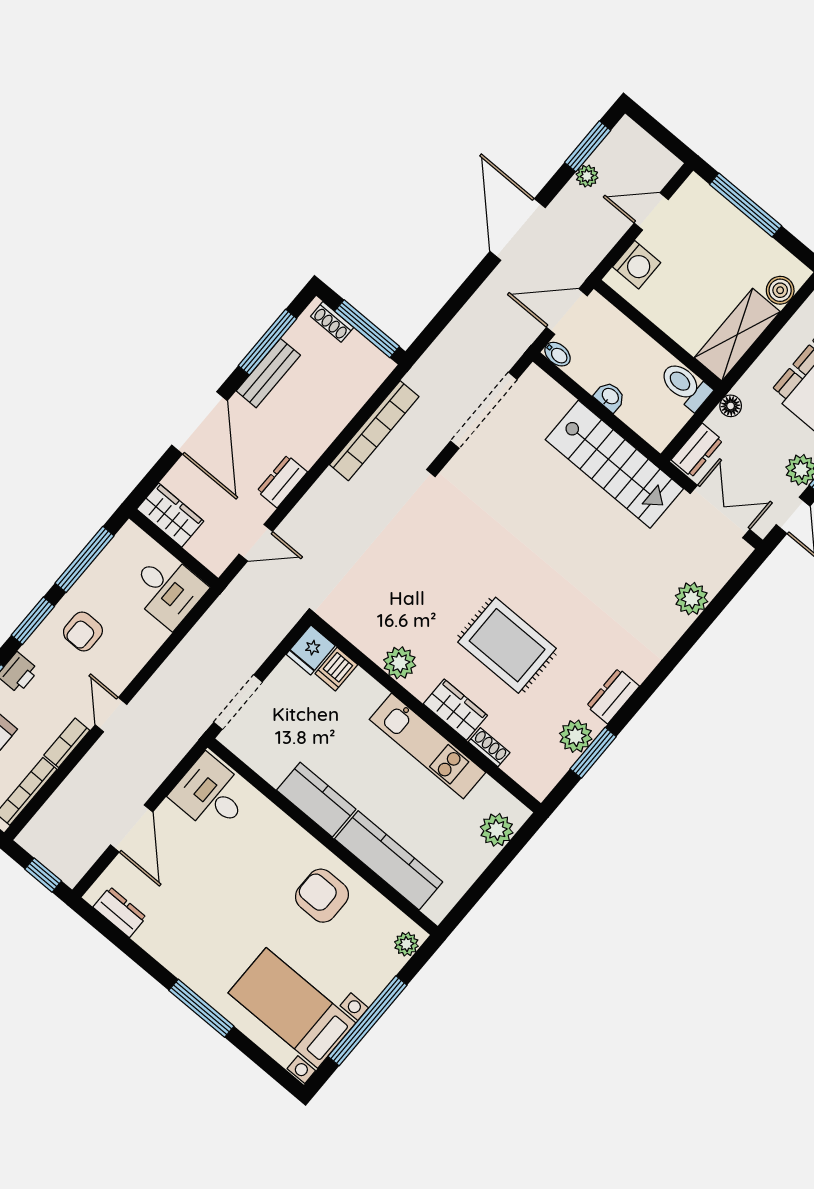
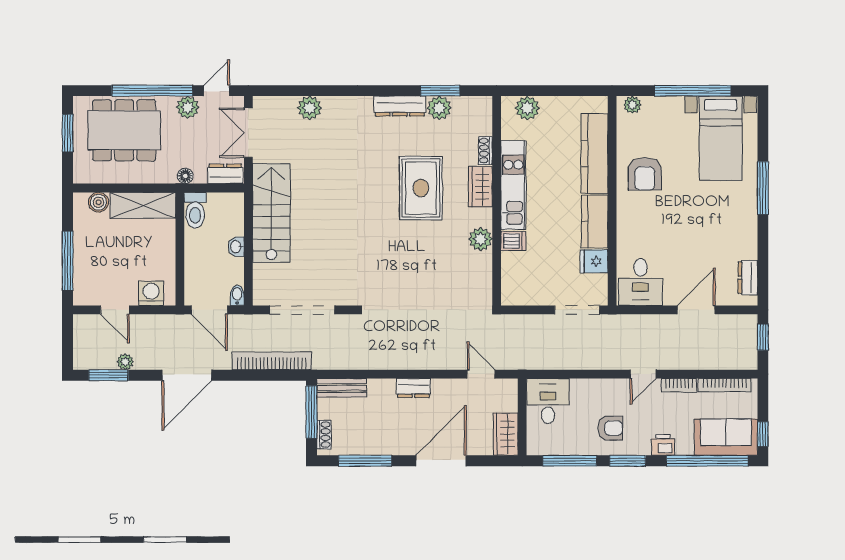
bench: (268, 373) -> (342, 388), moved
bookcase: (374, 431) -> (272, 361), moved
dresser: (282, 481) -> (413, 388), moved
fridge: (311, 650) -> (594, 261), moved, turned 180
dishwasher: (336, 669) -> (513, 241), moved
dresser: (613, 696) -> (400, 106), width x1.44

